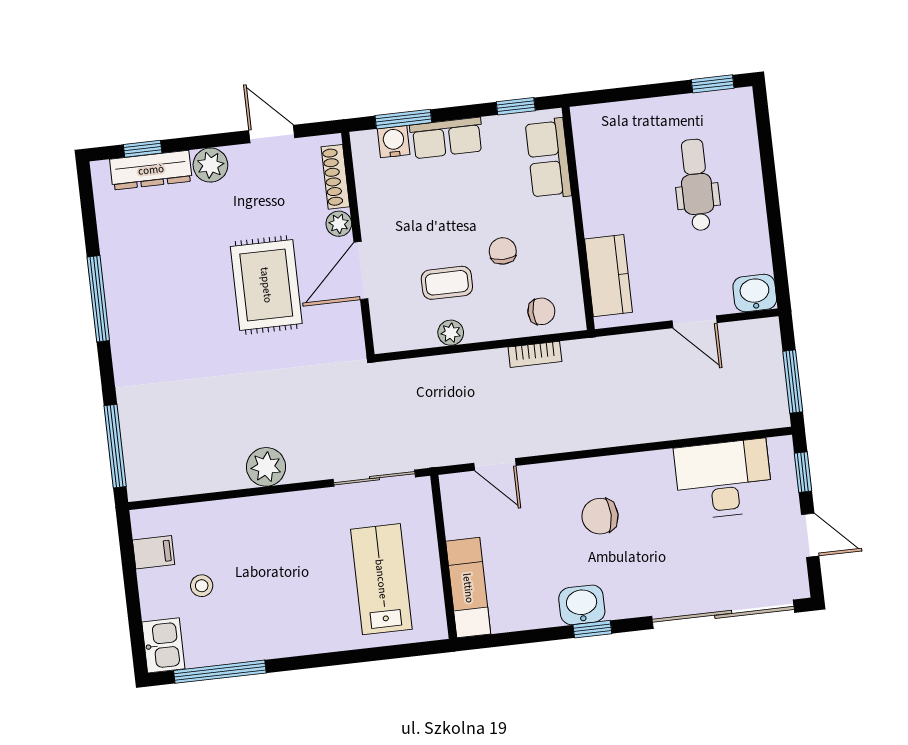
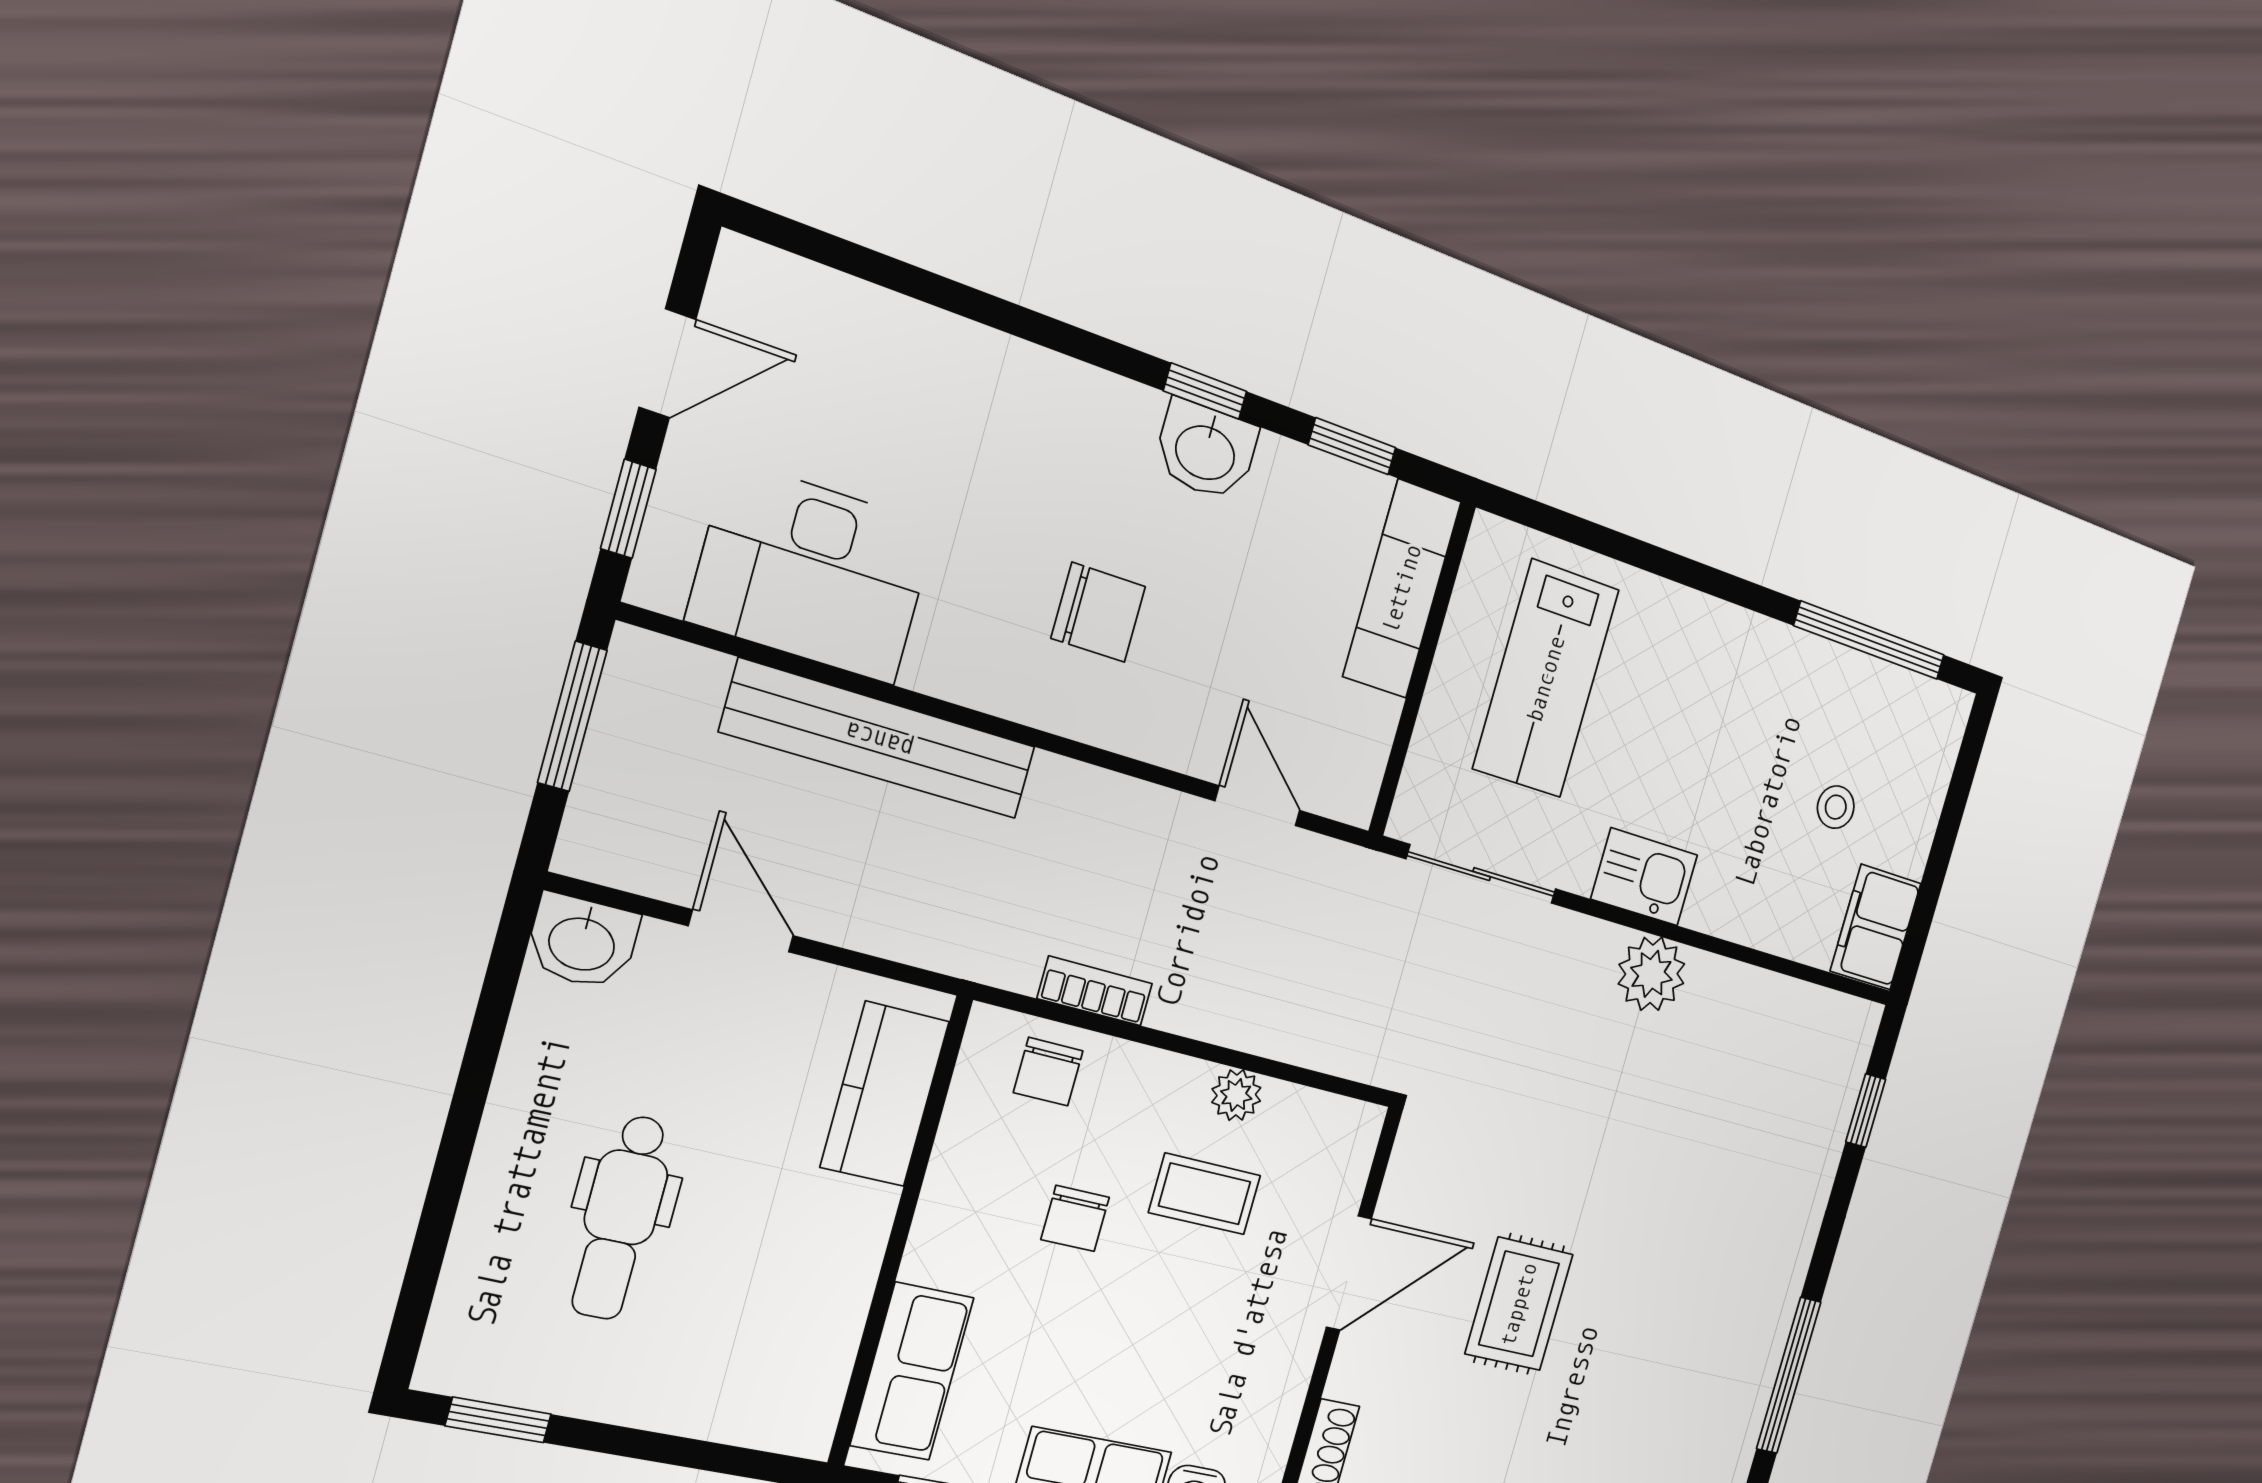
plant: (339, 224) -> (1352, 1374), removed
rug: (266, 285) -> (1519, 1304), width x0.73, depth x0.70
chair: (541, 311) -> (1048, 1072), turned -90
bench: (670, 424) -> (880, 740), added
window: (115, 446) -> (1866, 1111), width x0.46
door: (810, 535) -> (667, 363), swing flipped
filing cabinet: (154, 552) -> (1876, 927), width x2.00
sliding door: (723, 614) -> (928, 287), removed
window: (518, 638) -> (1352, 446), added
kitchen sink: (163, 645) -> (1644, 877), moved, turned 90

